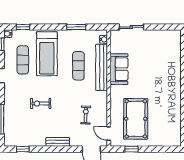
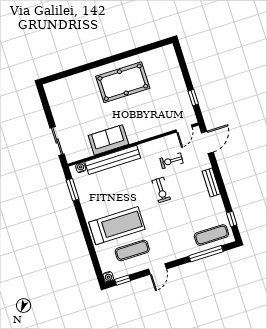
window: (23, 27) -> (95, 262), removed
window: (76, 27) -> (73, 190), moved
exercise mat: (78, 66) -> (211, 235), moved
exercise bike: (41, 104) -> (161, 190), moved
pool table: (136, 119) -> (123, 82), moved

